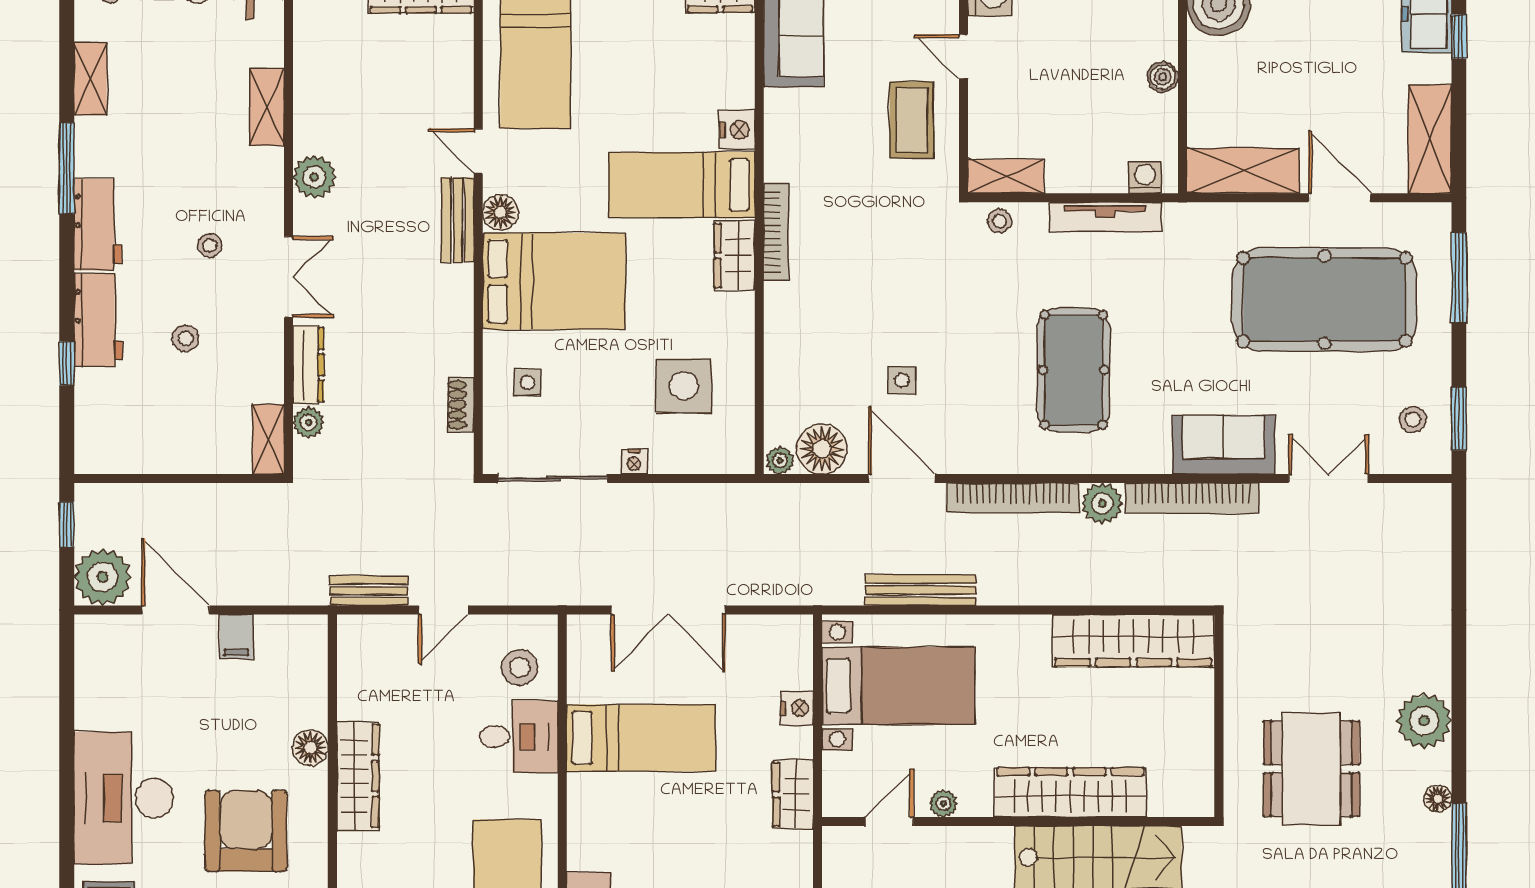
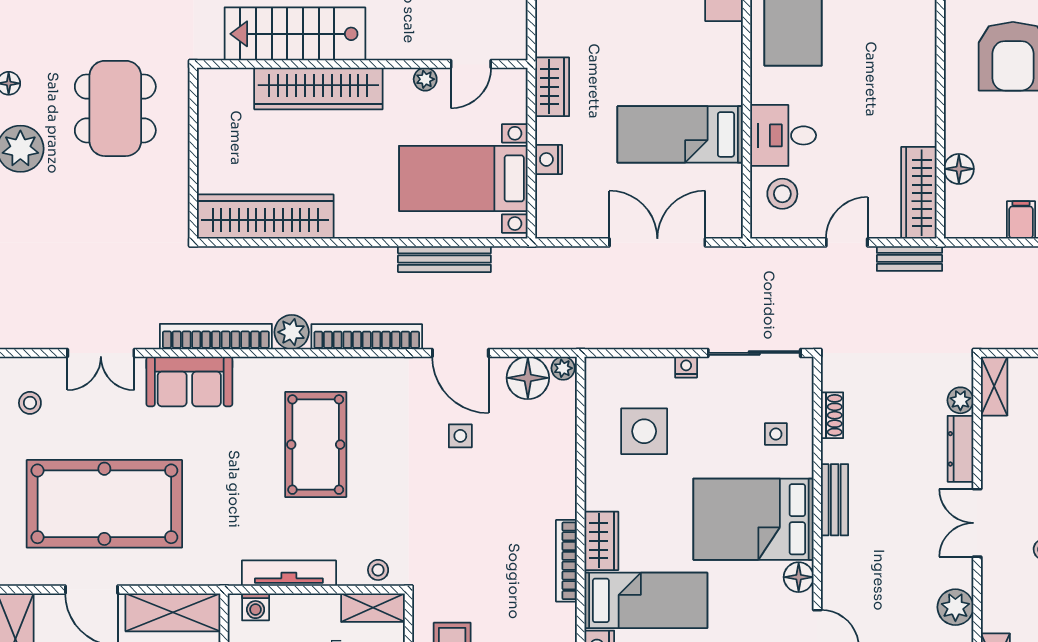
bench: (458, 220) -> (835, 500), moved
floor lamp: (310, 748) -> (959, 169), moved
wardrobe: (358, 776) -> (919, 193), moved

